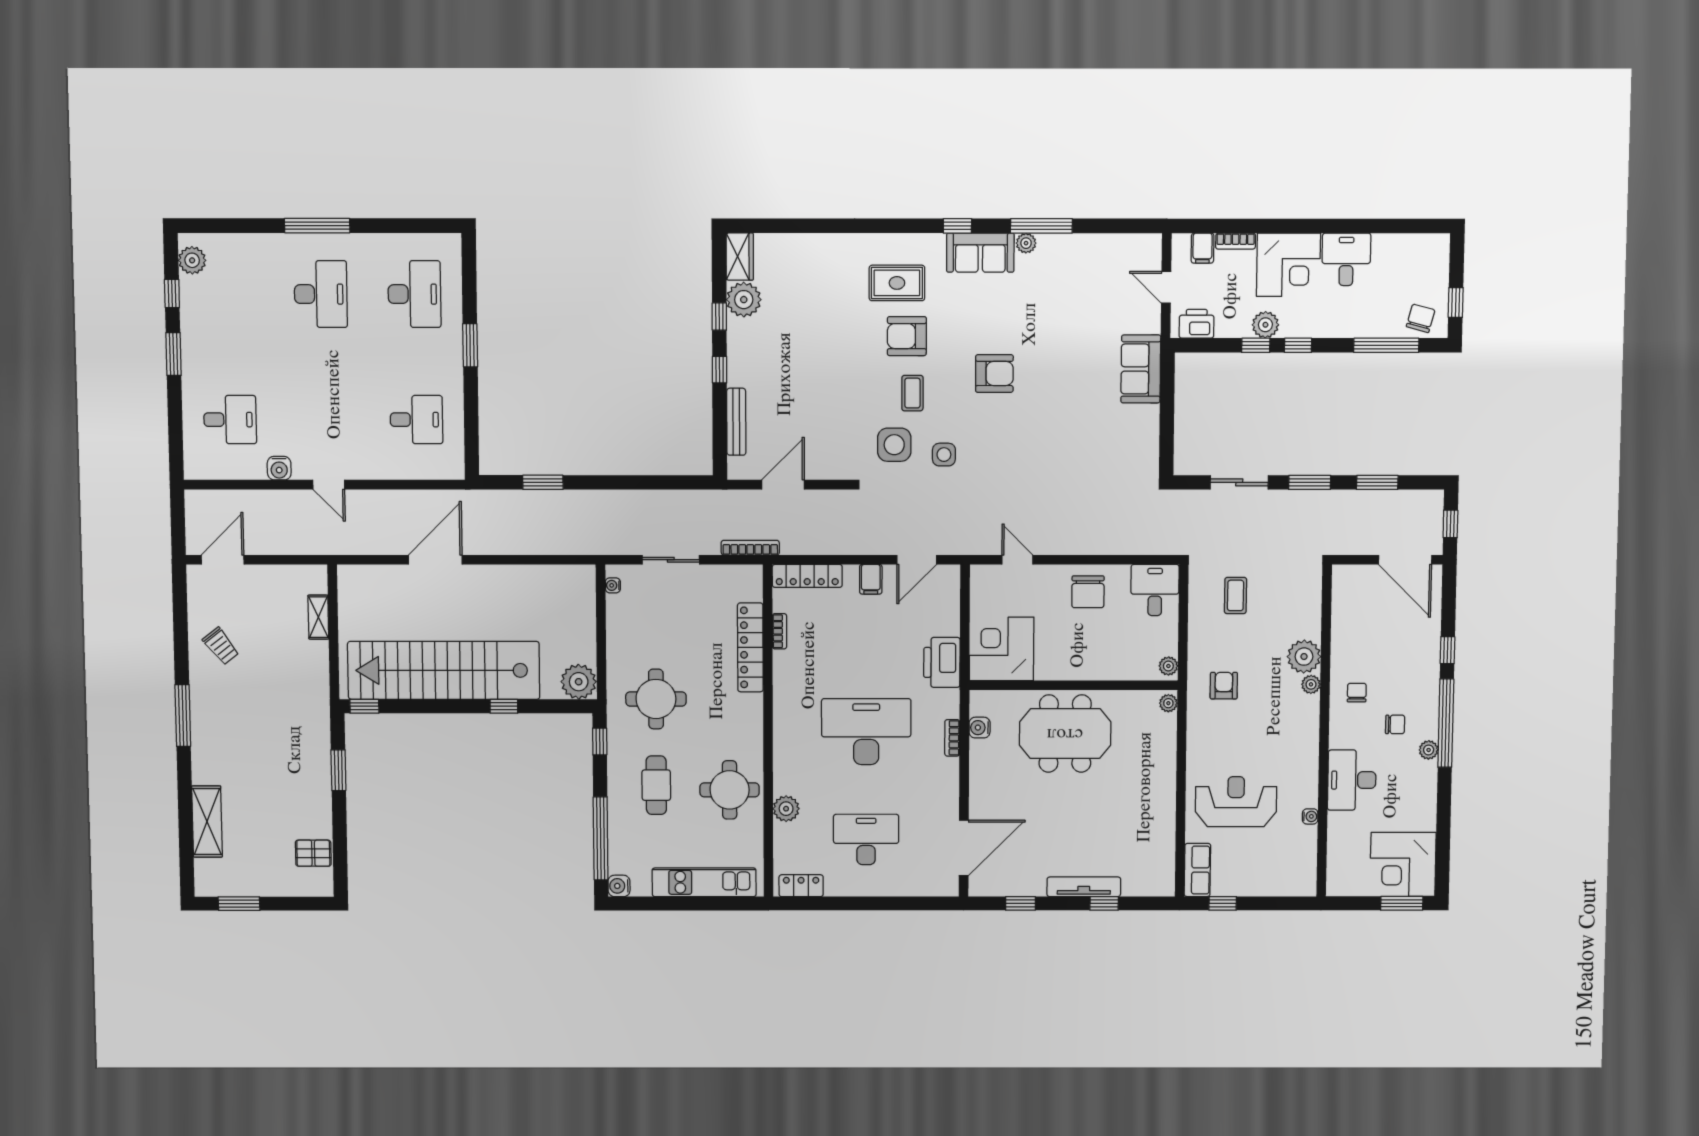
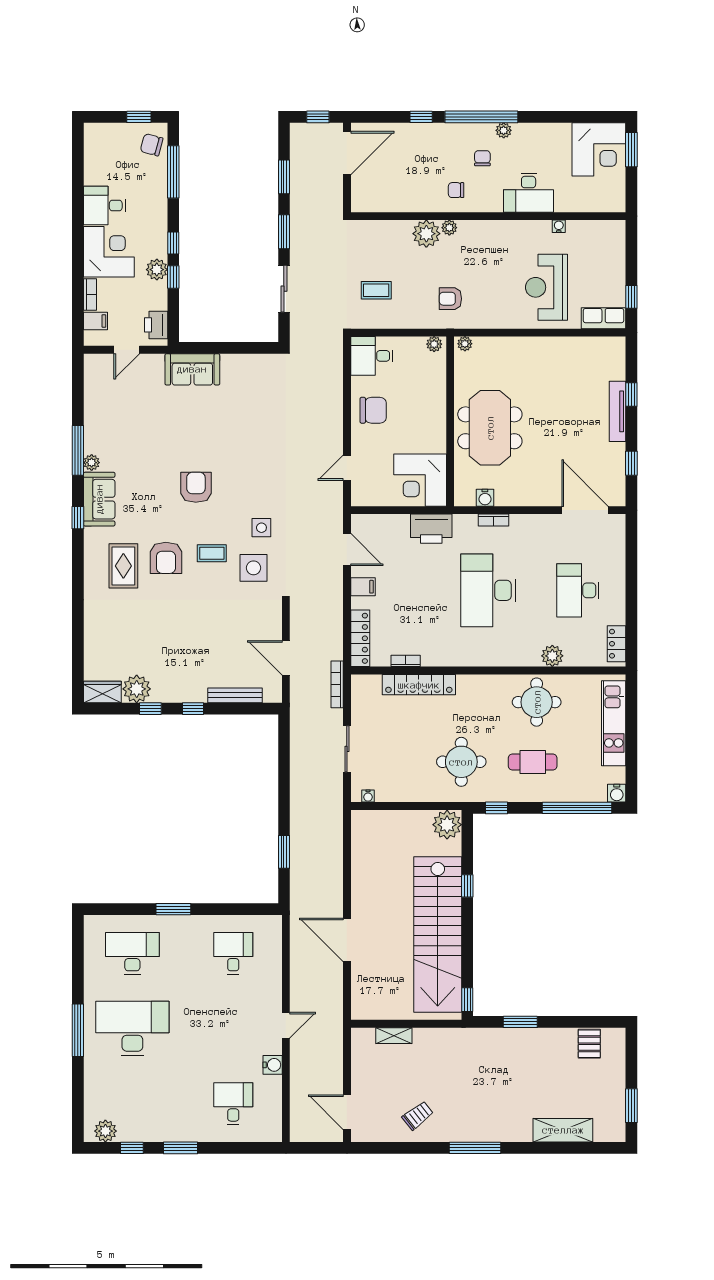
desk: (321, 294) -> (132, 1028), width x1.36, depth x1.30

